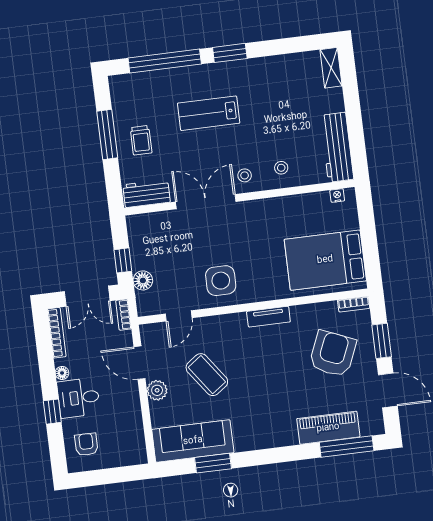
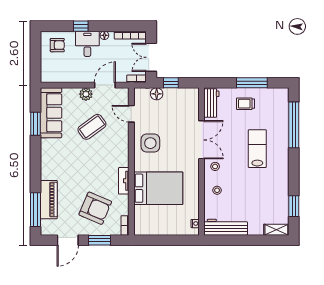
window: (230, 53) -> (294, 206), moved
bed: (325, 260) -> (158, 188), moved, turned 90
tv unit: (268, 317) -> (124, 181), moved

